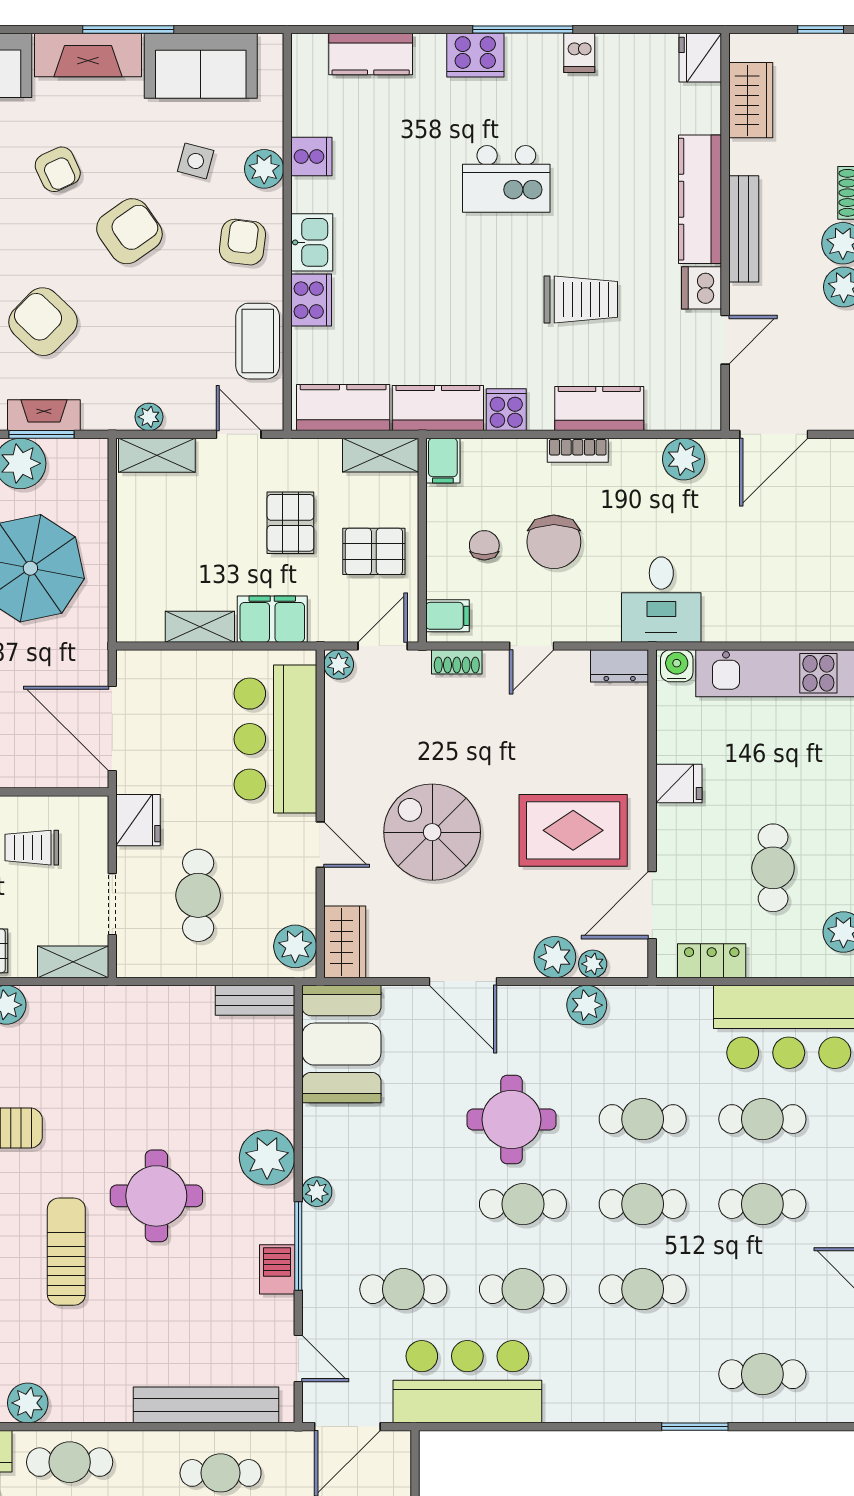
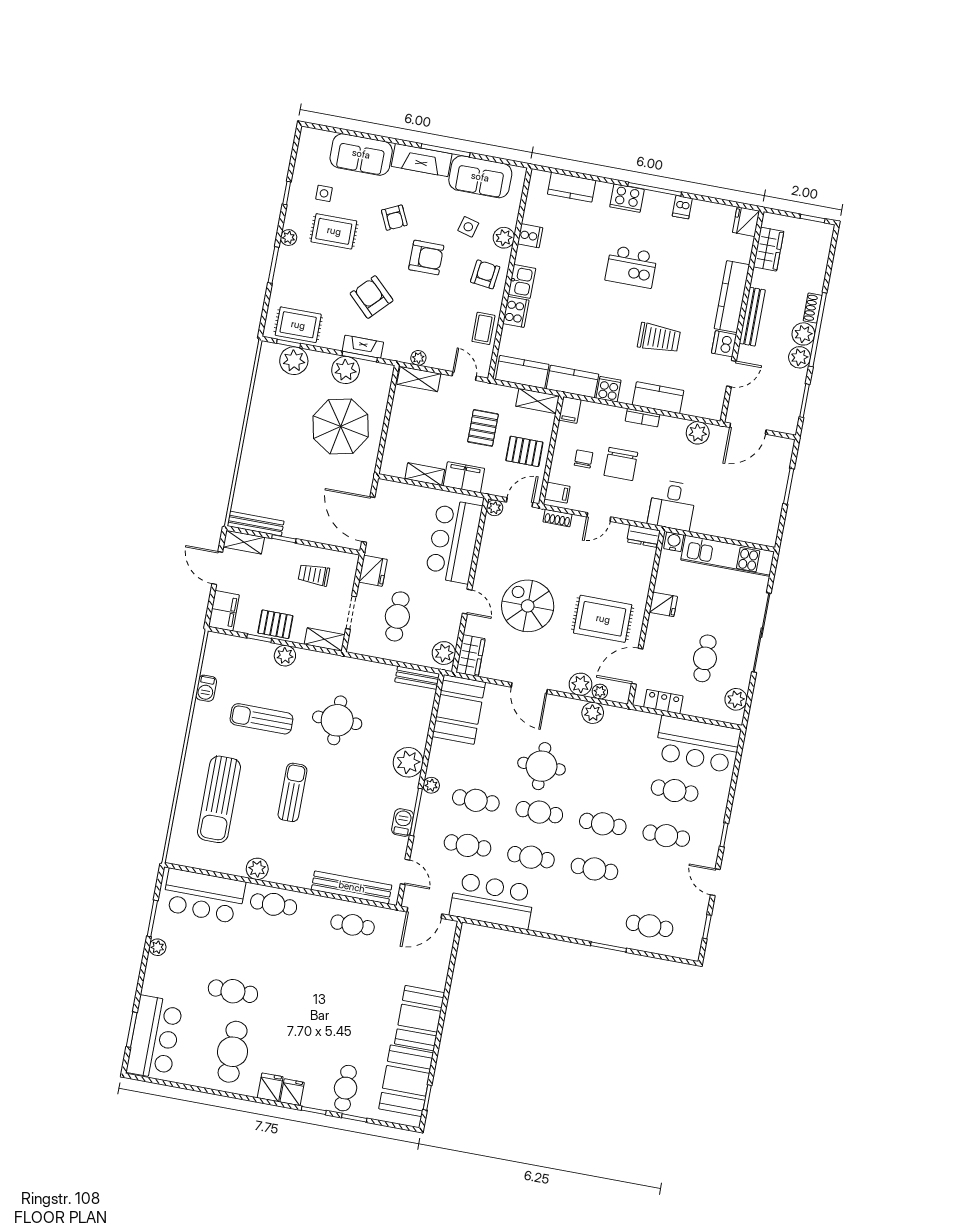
armchair: (129, 231) -> (426, 258), turned 35
coffee table: (258, 341) -> (483, 328), width x0.73, depth x0.77
cafe table: (643, 1119) -> (476, 800), moved
round table: (156, 1196) -> (337, 720), moved

